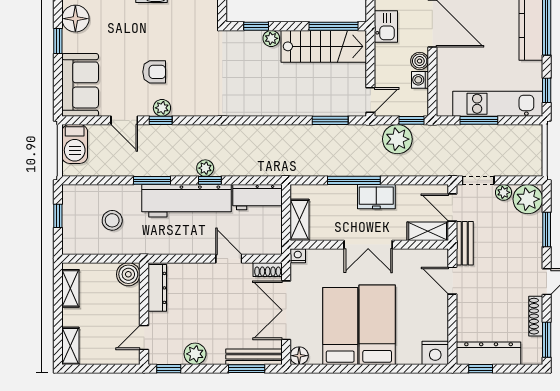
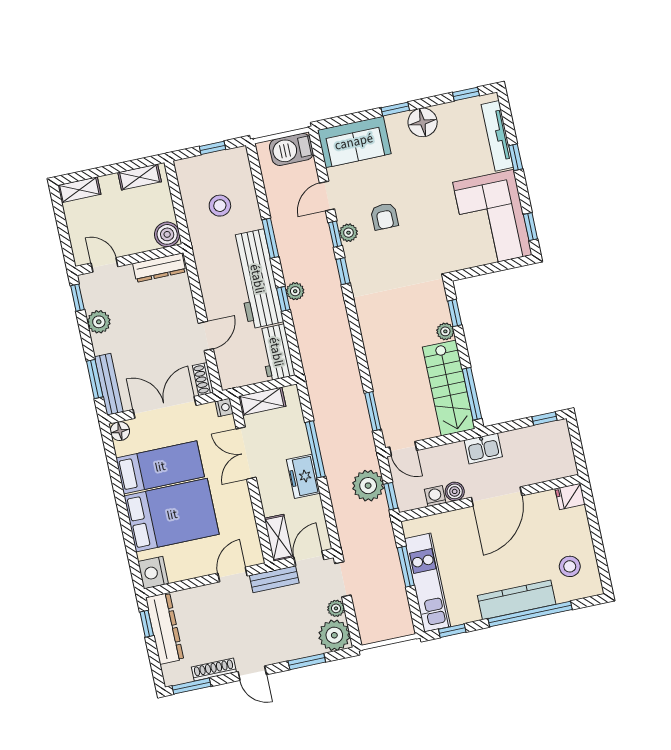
window: (196, 120) -> (343, 271), added
double door: (368, 245) -> (246, 453), moved
bed: (377, 325) -> (172, 515), width x1.50

